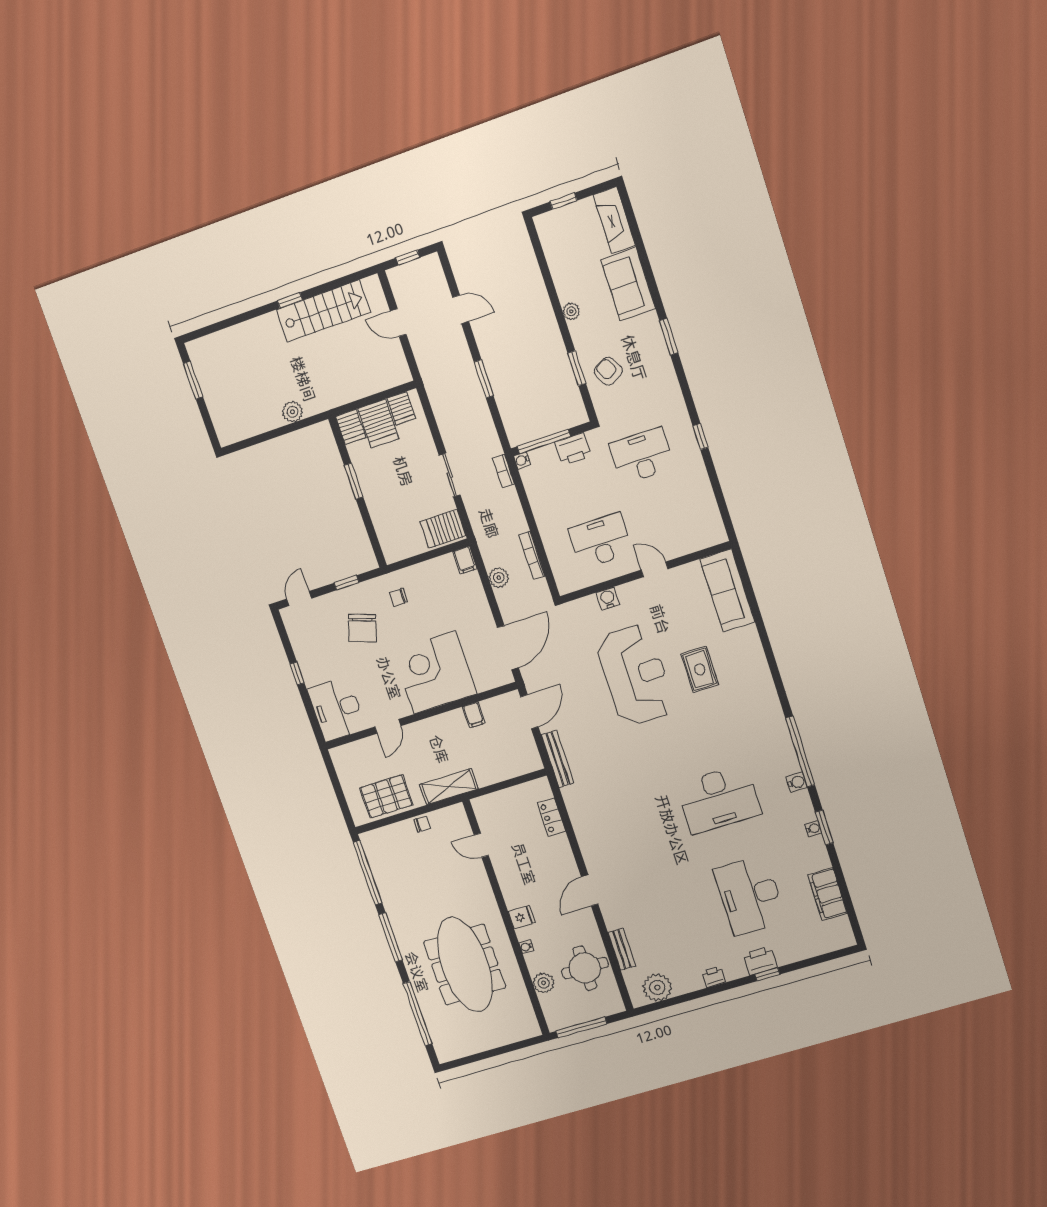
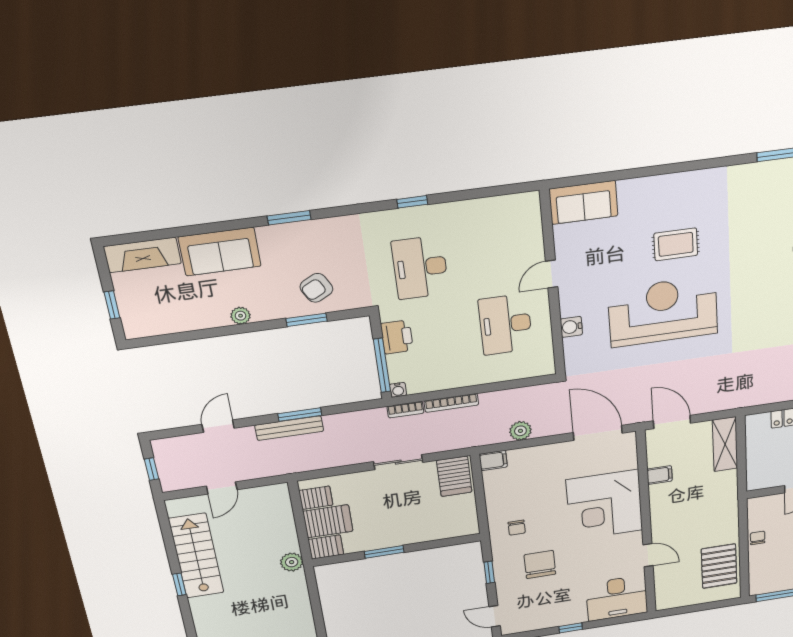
plant: (292, 412) -> (292, 562), moved
bookcase: (532, 556) -> (451, 403), moved
sofa: (727, 591) -> (583, 202), width x0.73
chair: (362, 628) -> (540, 565), turned -108
bench: (558, 759) -> (289, 428), moved
shelving: (449, 787) -> (725, 444), moved

